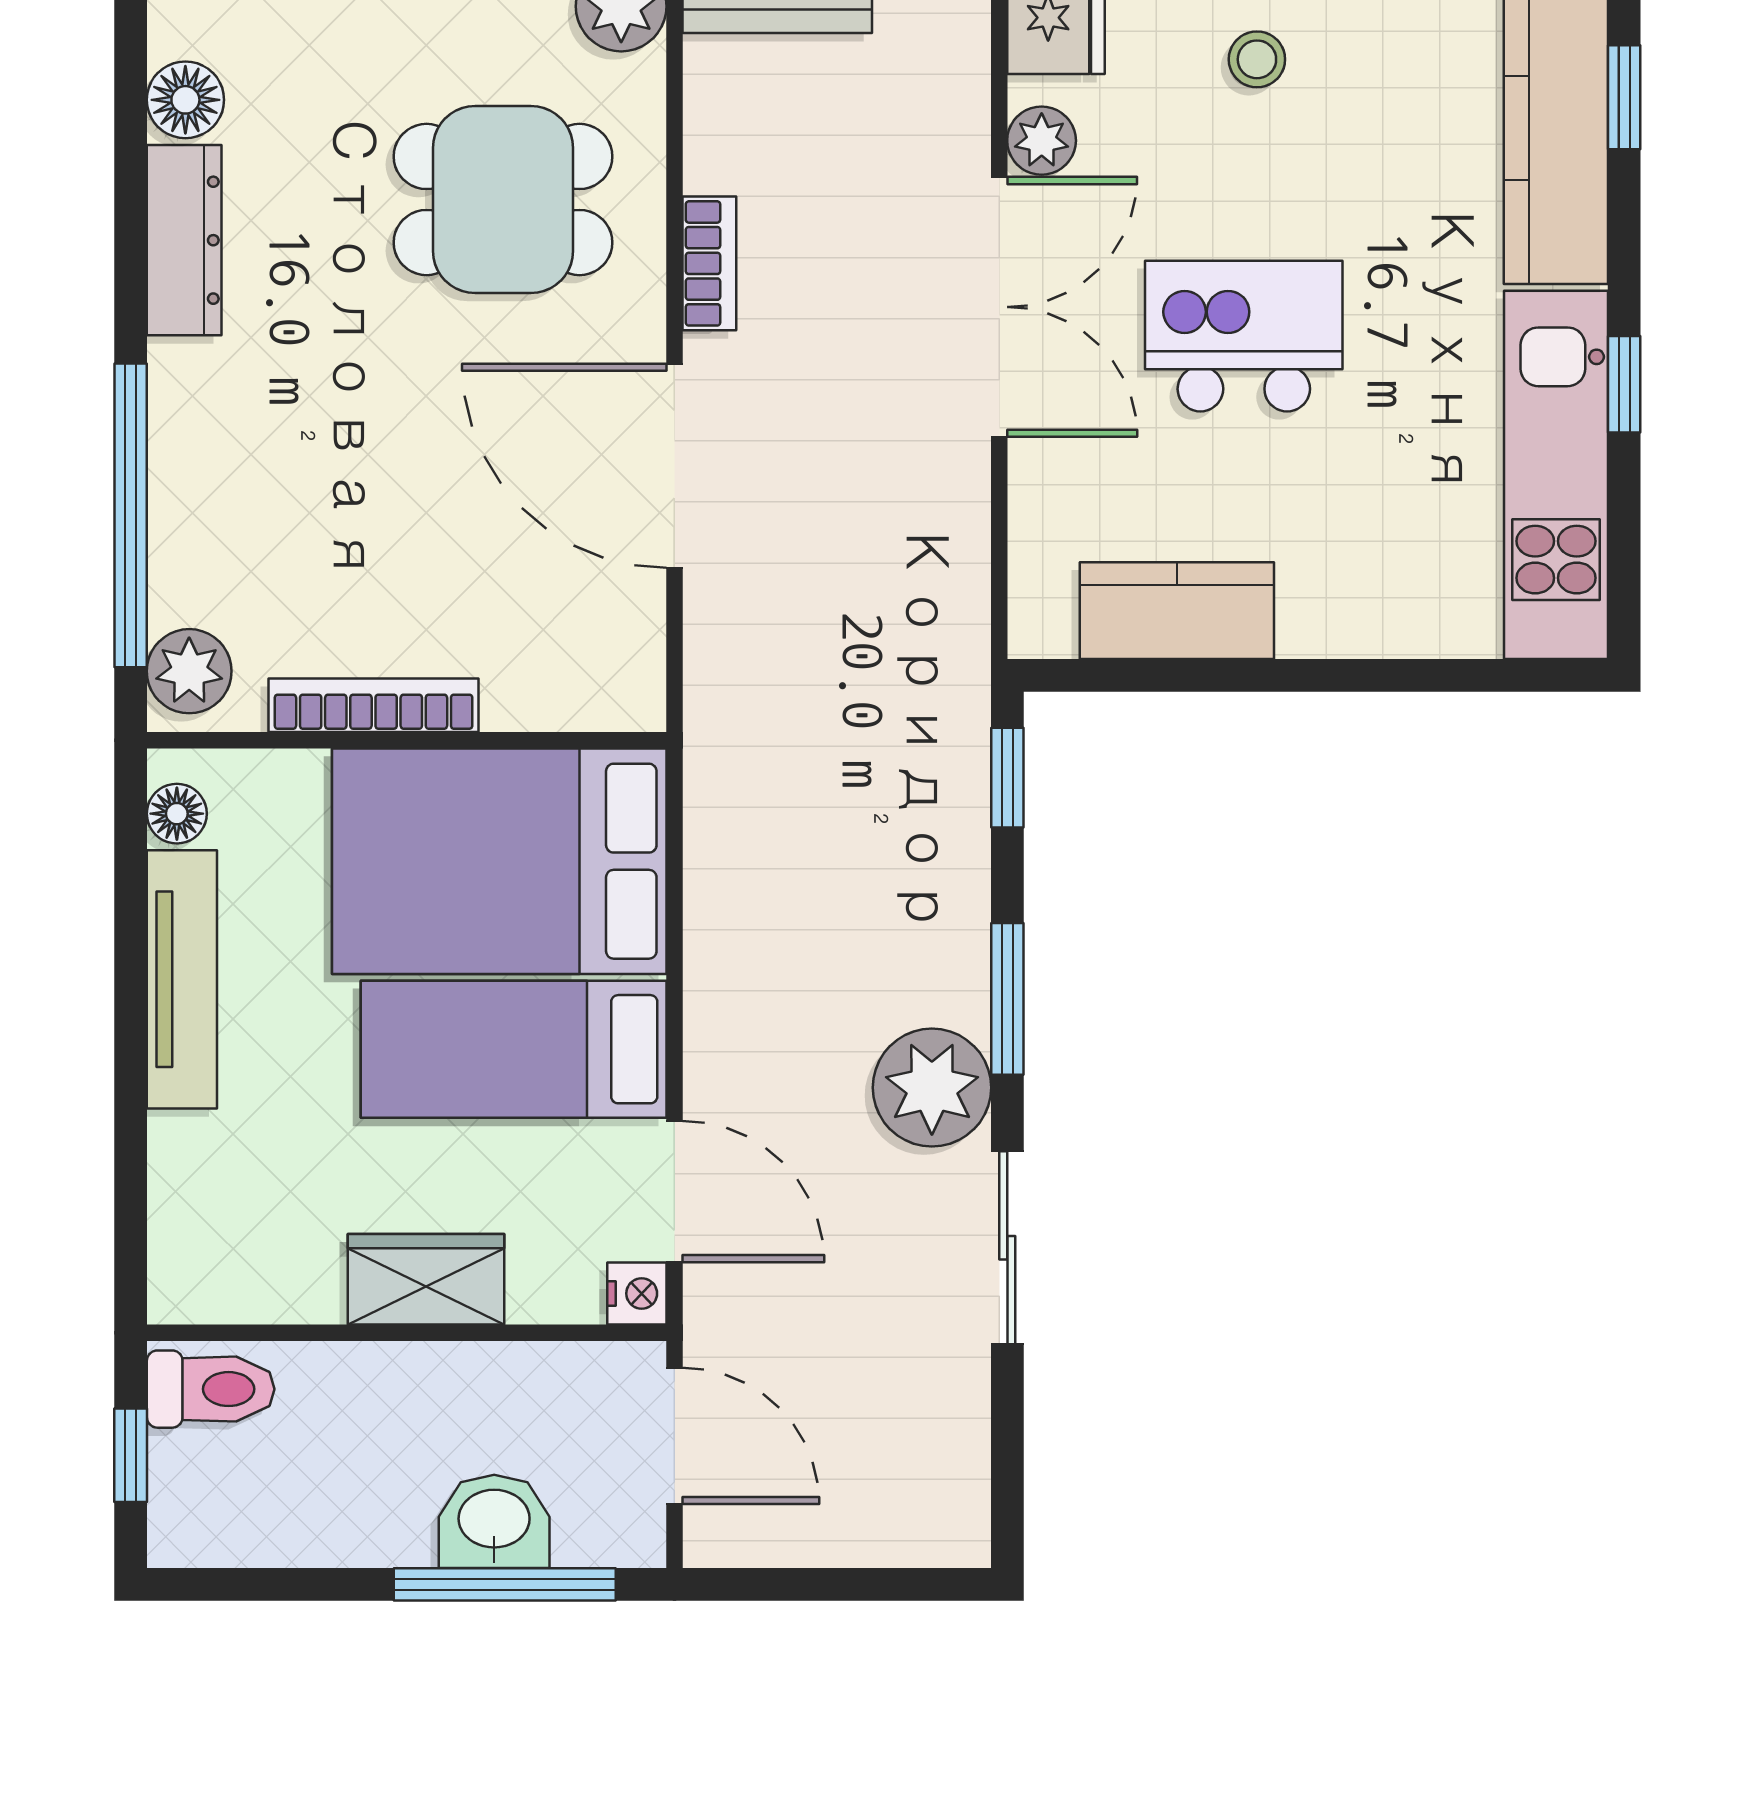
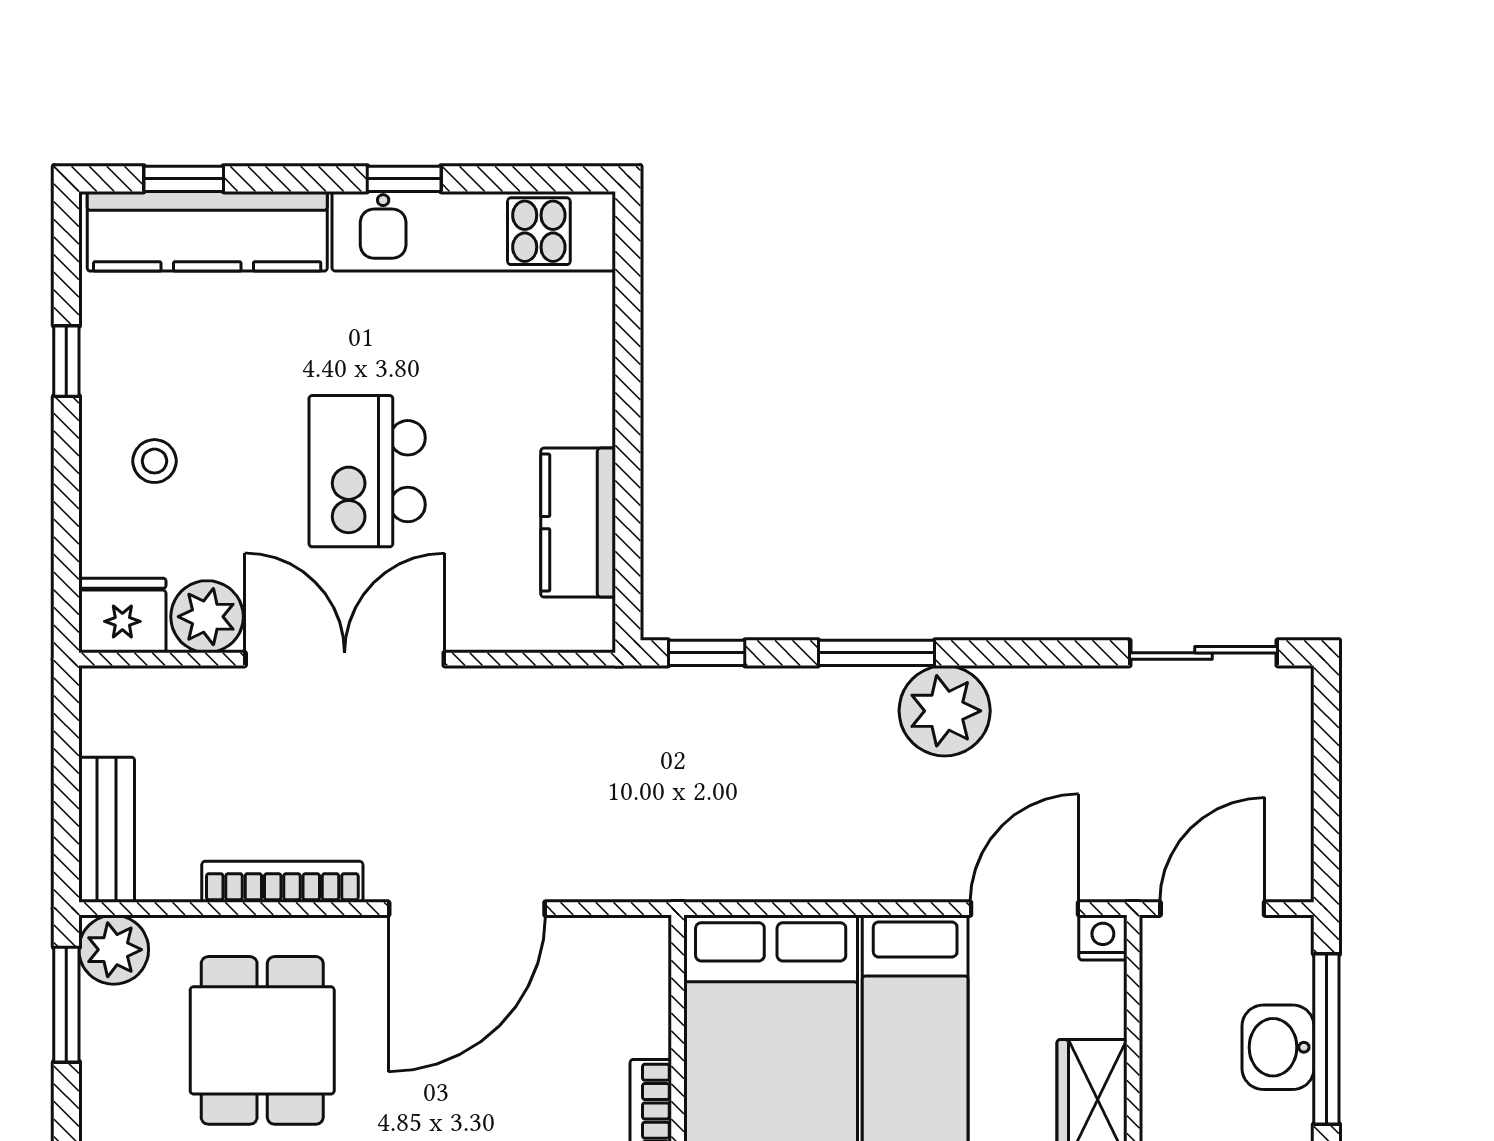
plant: (1042, 141) -> (207, 617), width x1.38, depth x1.38
bookcase: (709, 263) -> (282, 882), width x1.56
sliding door: (1007, 1248) -> (1203, 653), moved

